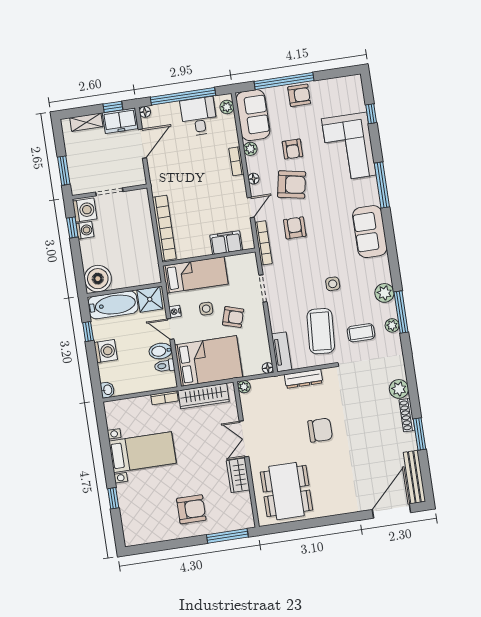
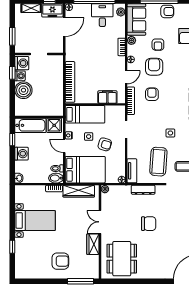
armchair: (292, 184) -> (154, 67), turned -101
boiler: (98, 279) -> (23, 90), moved
bidet: (161, 351) -> (56, 178), moved

